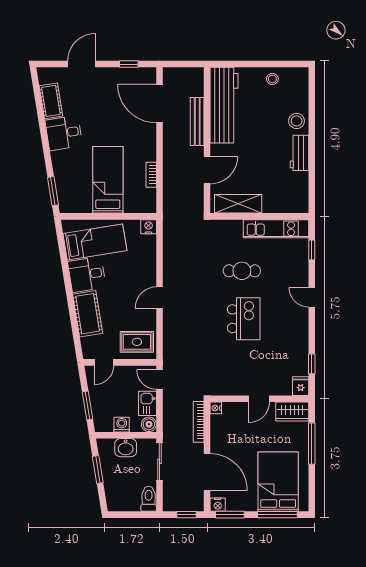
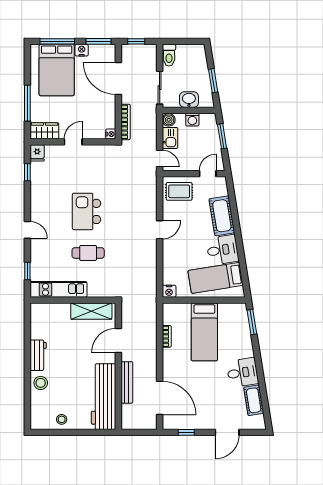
nightstand: (218, 505) -> (82, 50), moved

